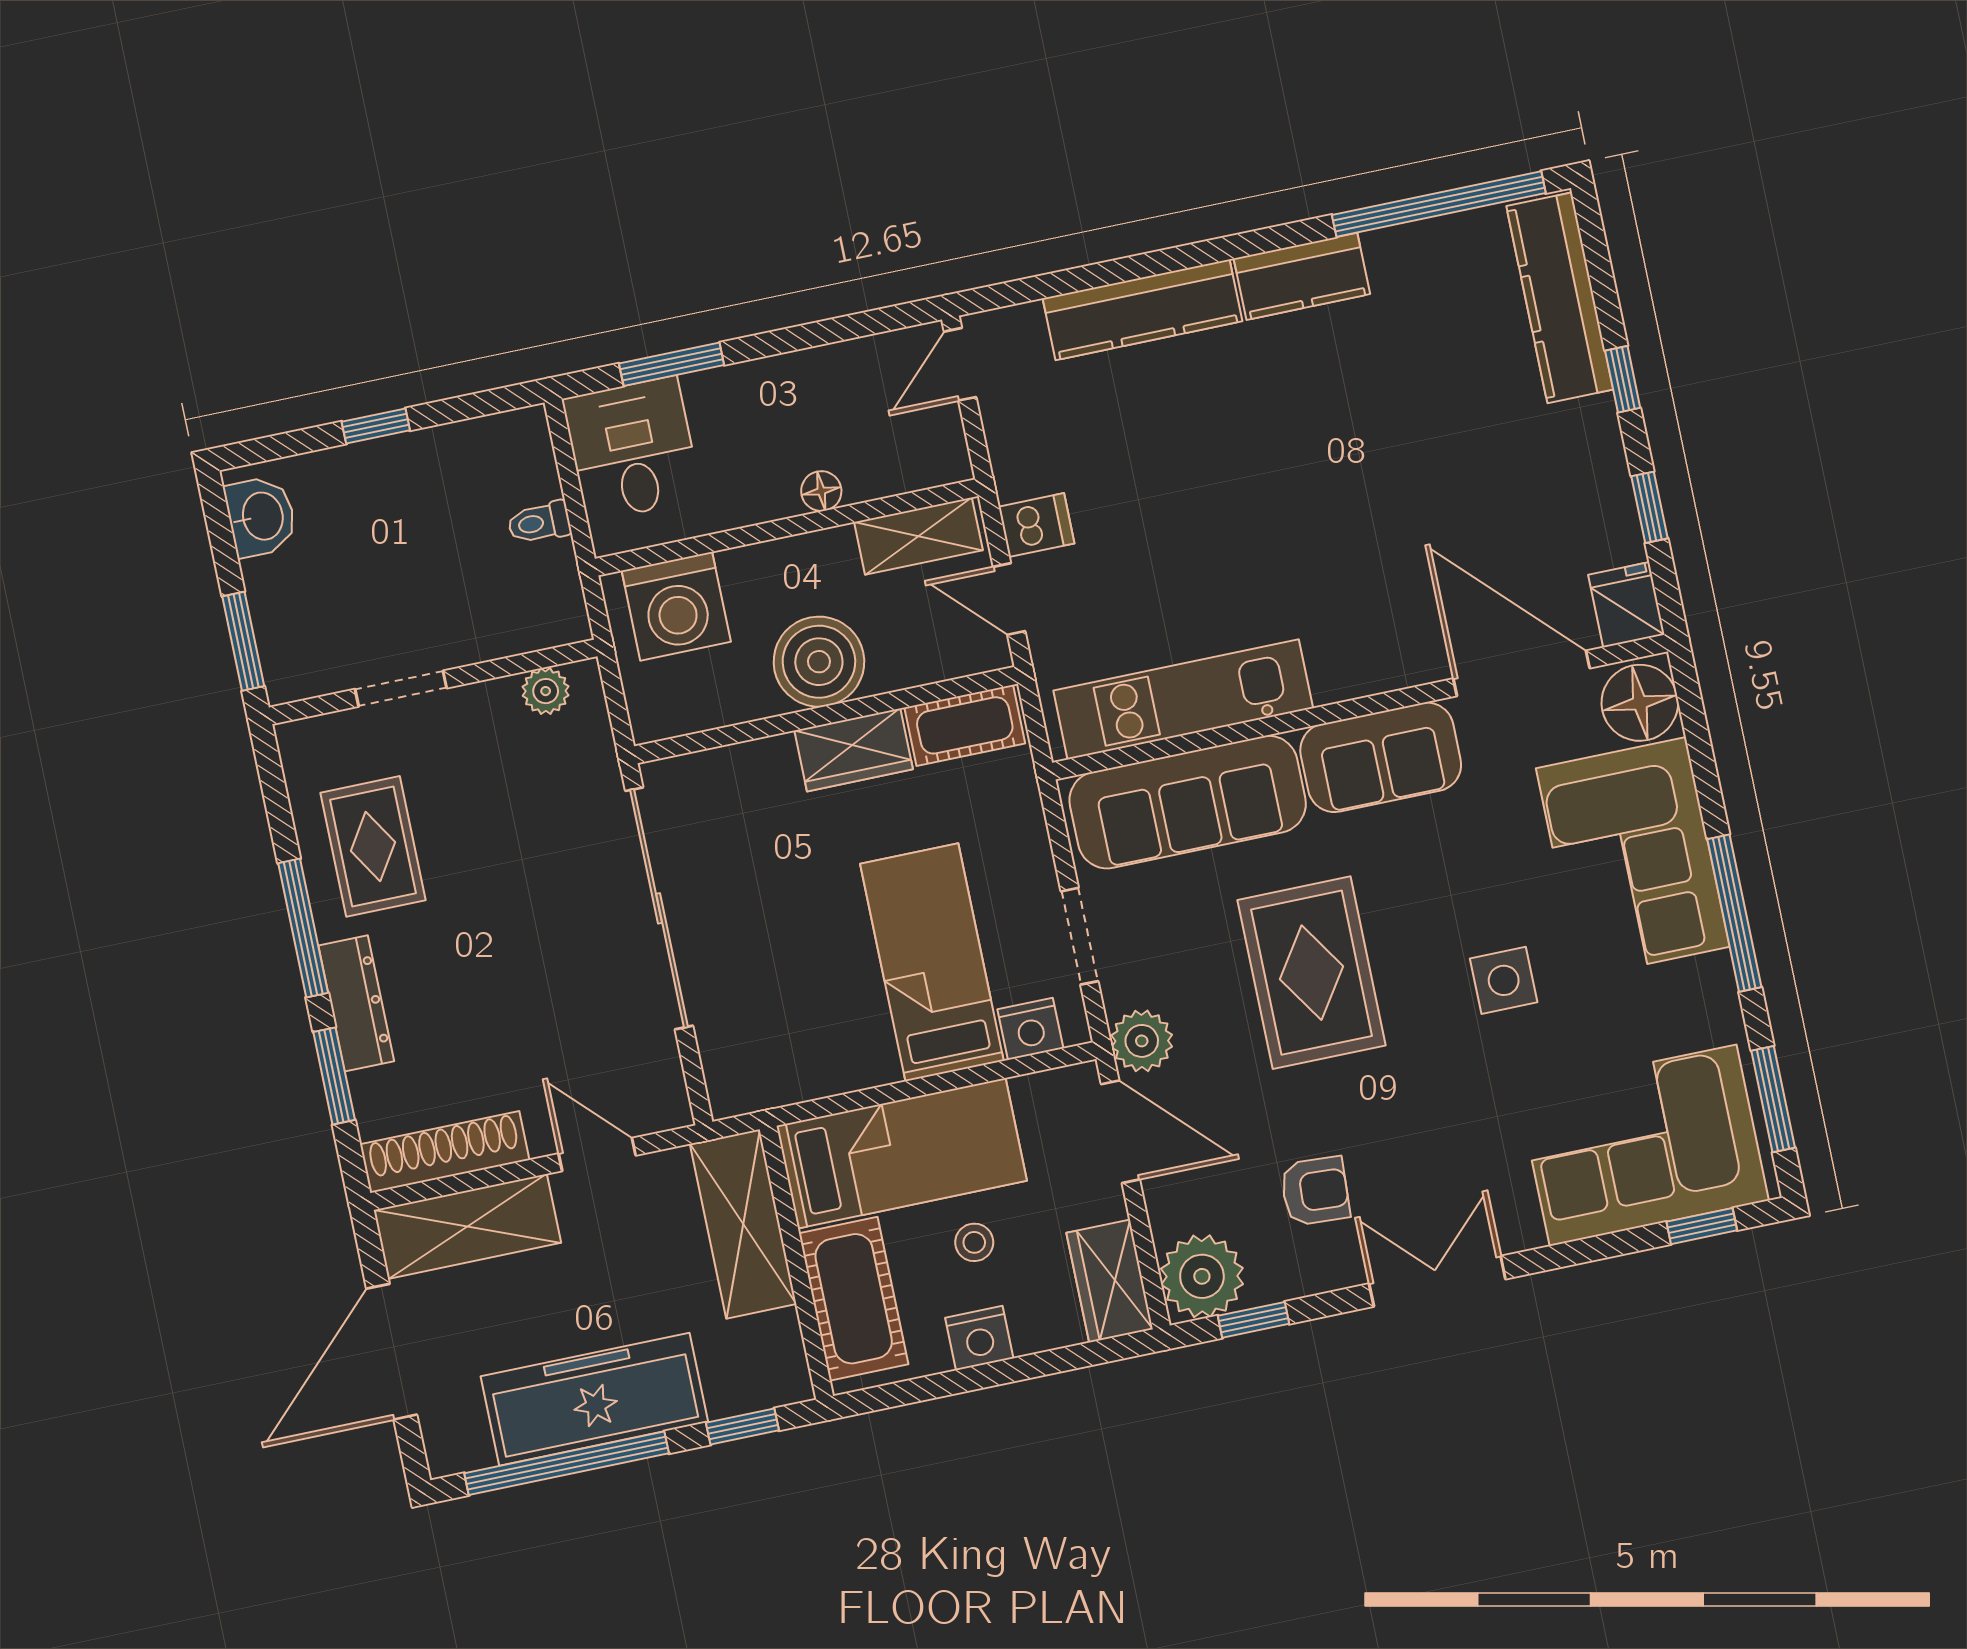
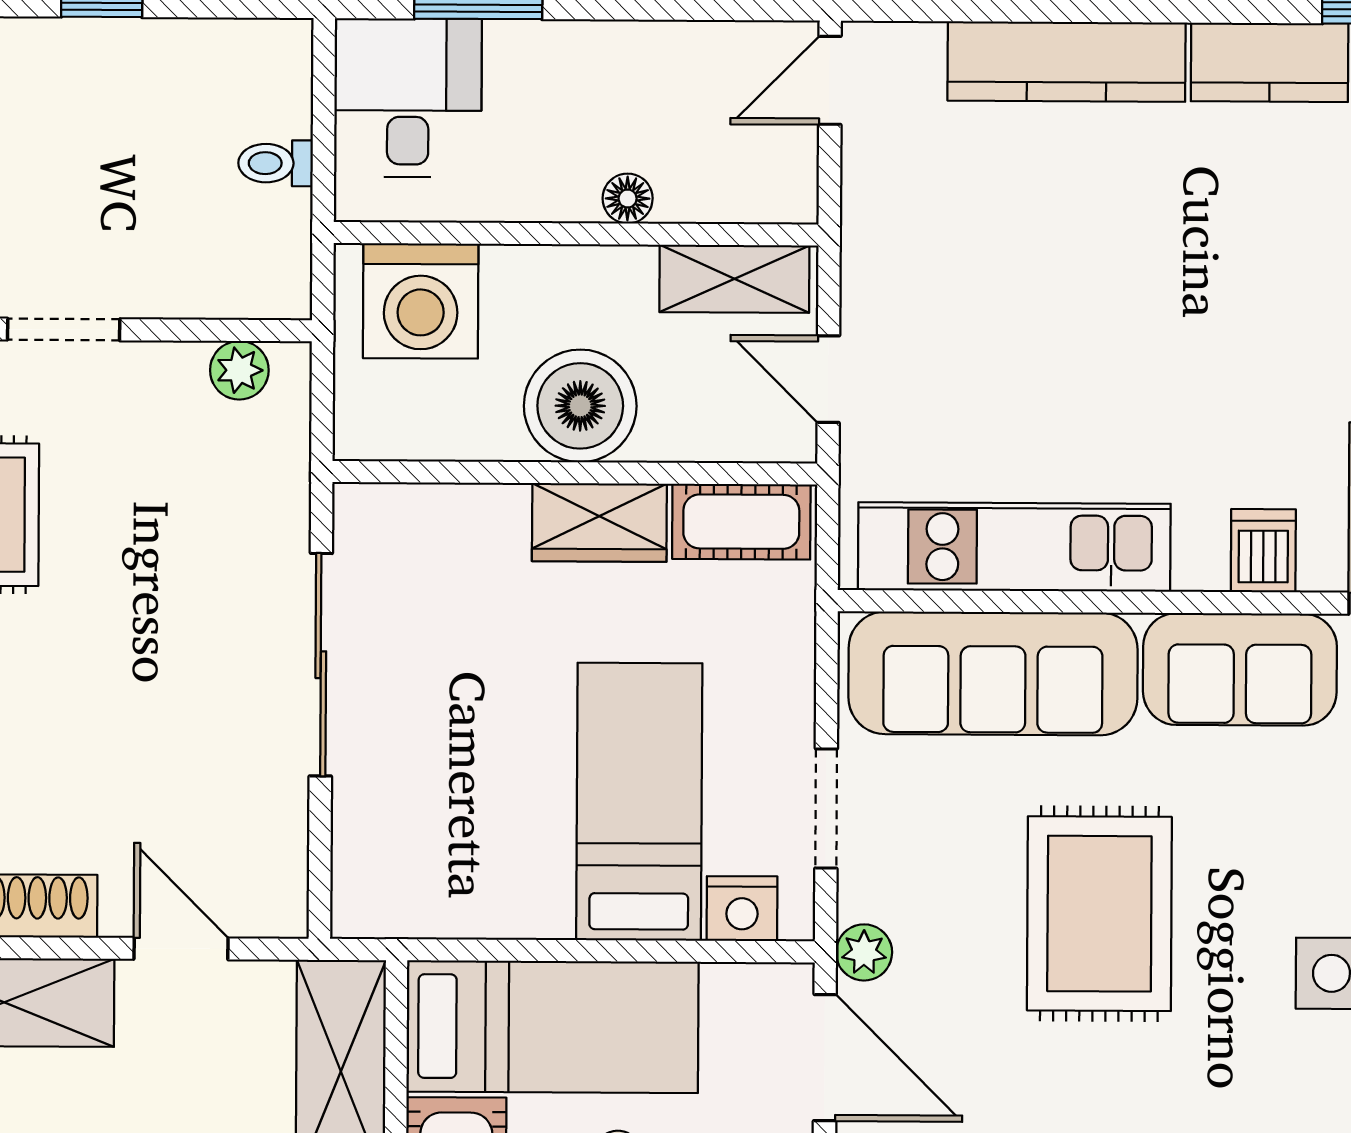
dishwasher: (1036, 525) -> (1263, 551), moved, turned -90
sliding door: (659, 908) -> (321, 665), width x0.73
plant: (1142, 1041) -> (864, 952), width x0.73, depth x0.73

